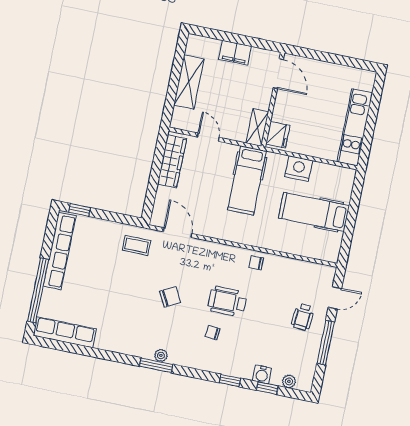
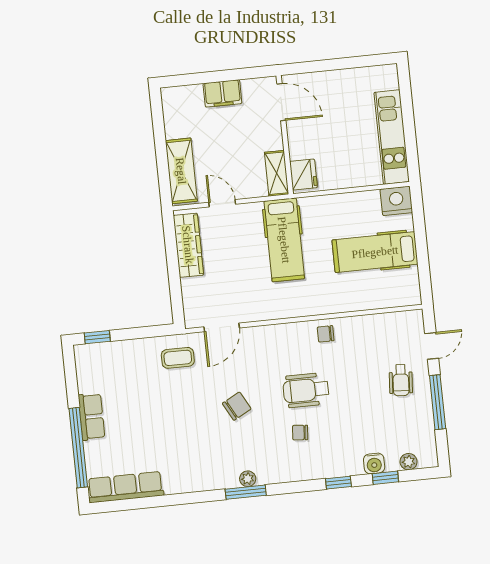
shelving: (189, 82) -> (181, 171), moved
nightstand: (299, 169) -> (396, 201), moved
door: (178, 233) -> (222, 327), swing flipped
row of seats: (60, 251) -> (92, 417), width x0.50

